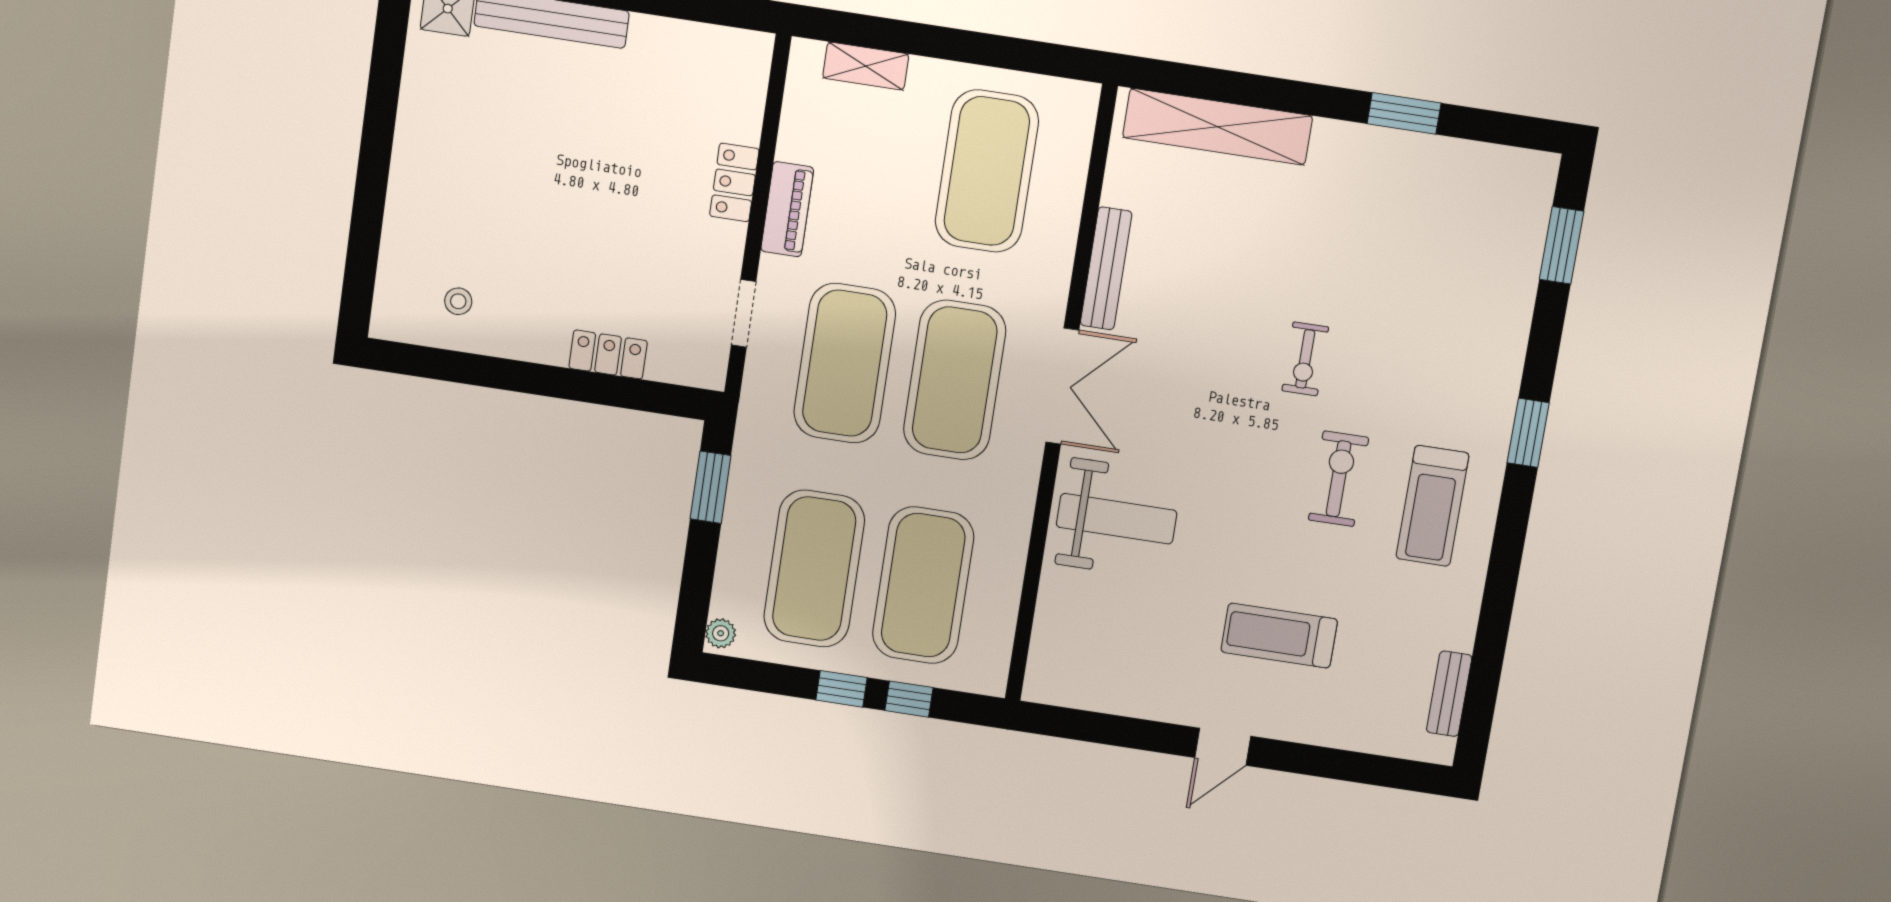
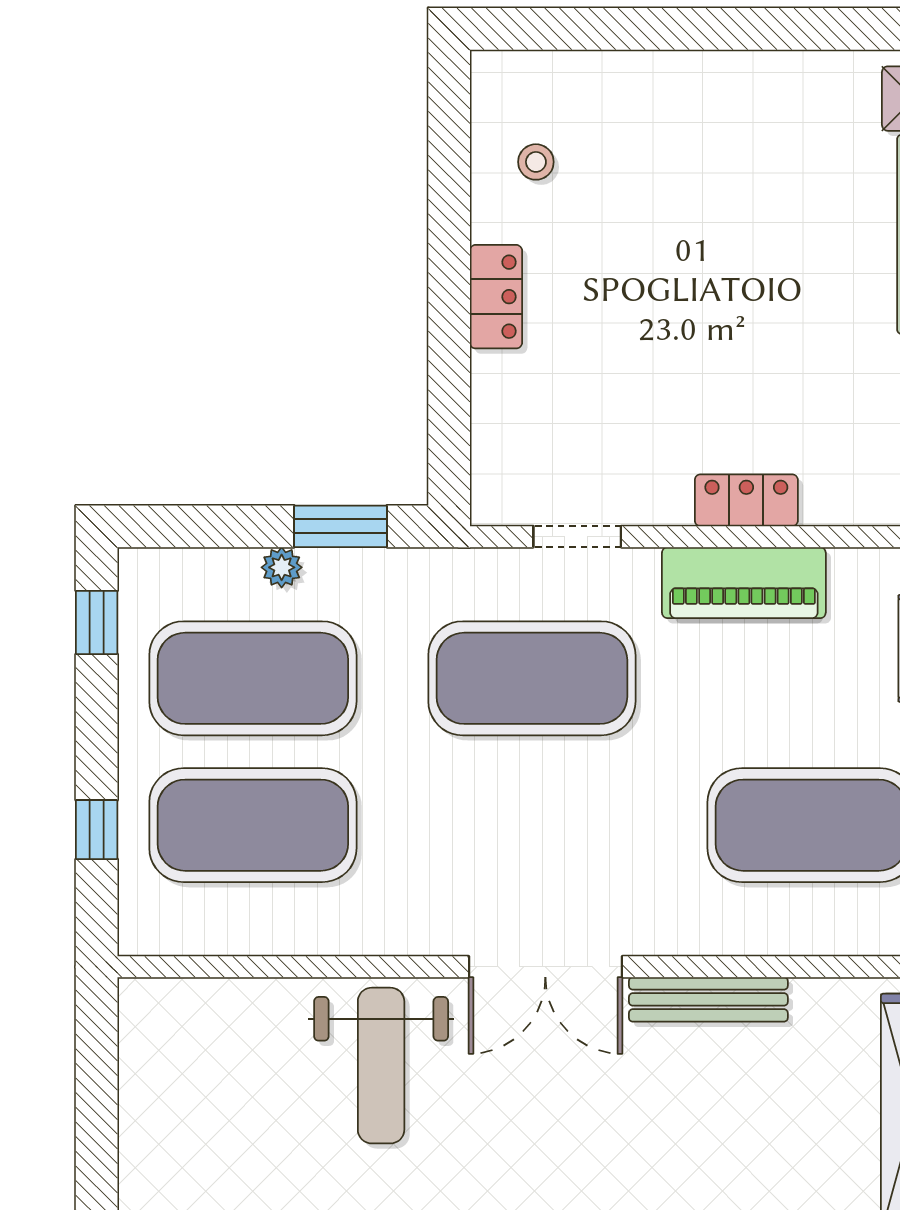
piano: (787, 209) -> (744, 583), width x1.37, depth x1.33
locker: (608, 354) -> (496, 297), moved
exercise mat: (955, 380) -> (532, 825), removed
plant: (721, 633) -> (282, 567), moved
window: (842, 689) -> (97, 622), moved

